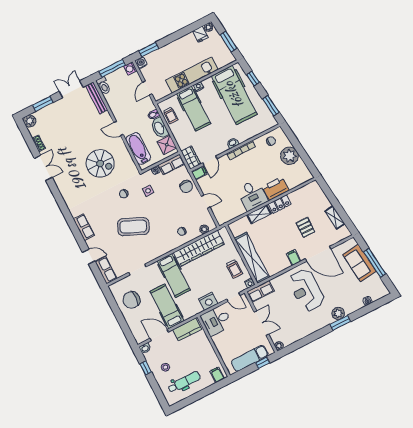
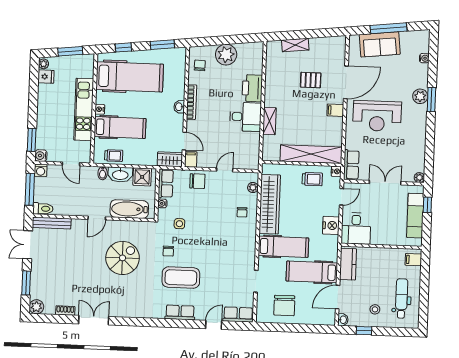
locker: (280, 204) -> (271, 93), removed
shelving: (335, 217) -> (295, 45), moved
coffee table: (133, 227) -> (181, 278), moved, turned 66

